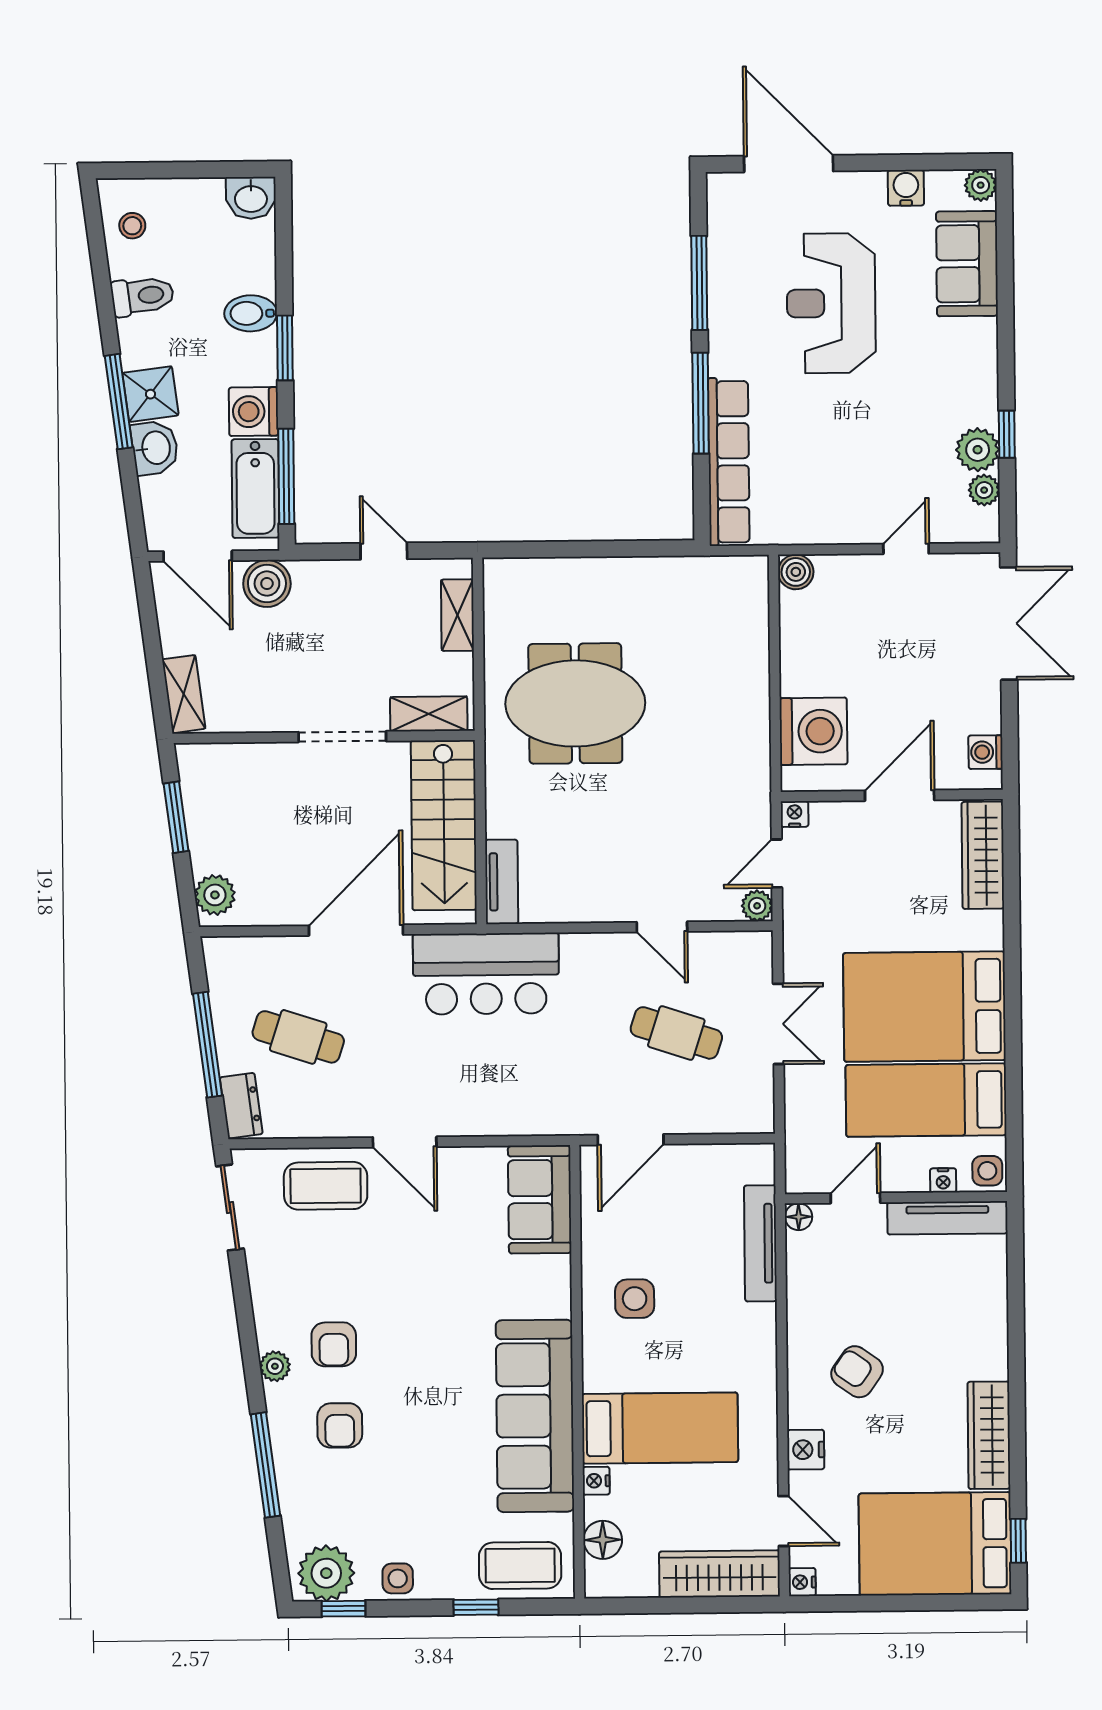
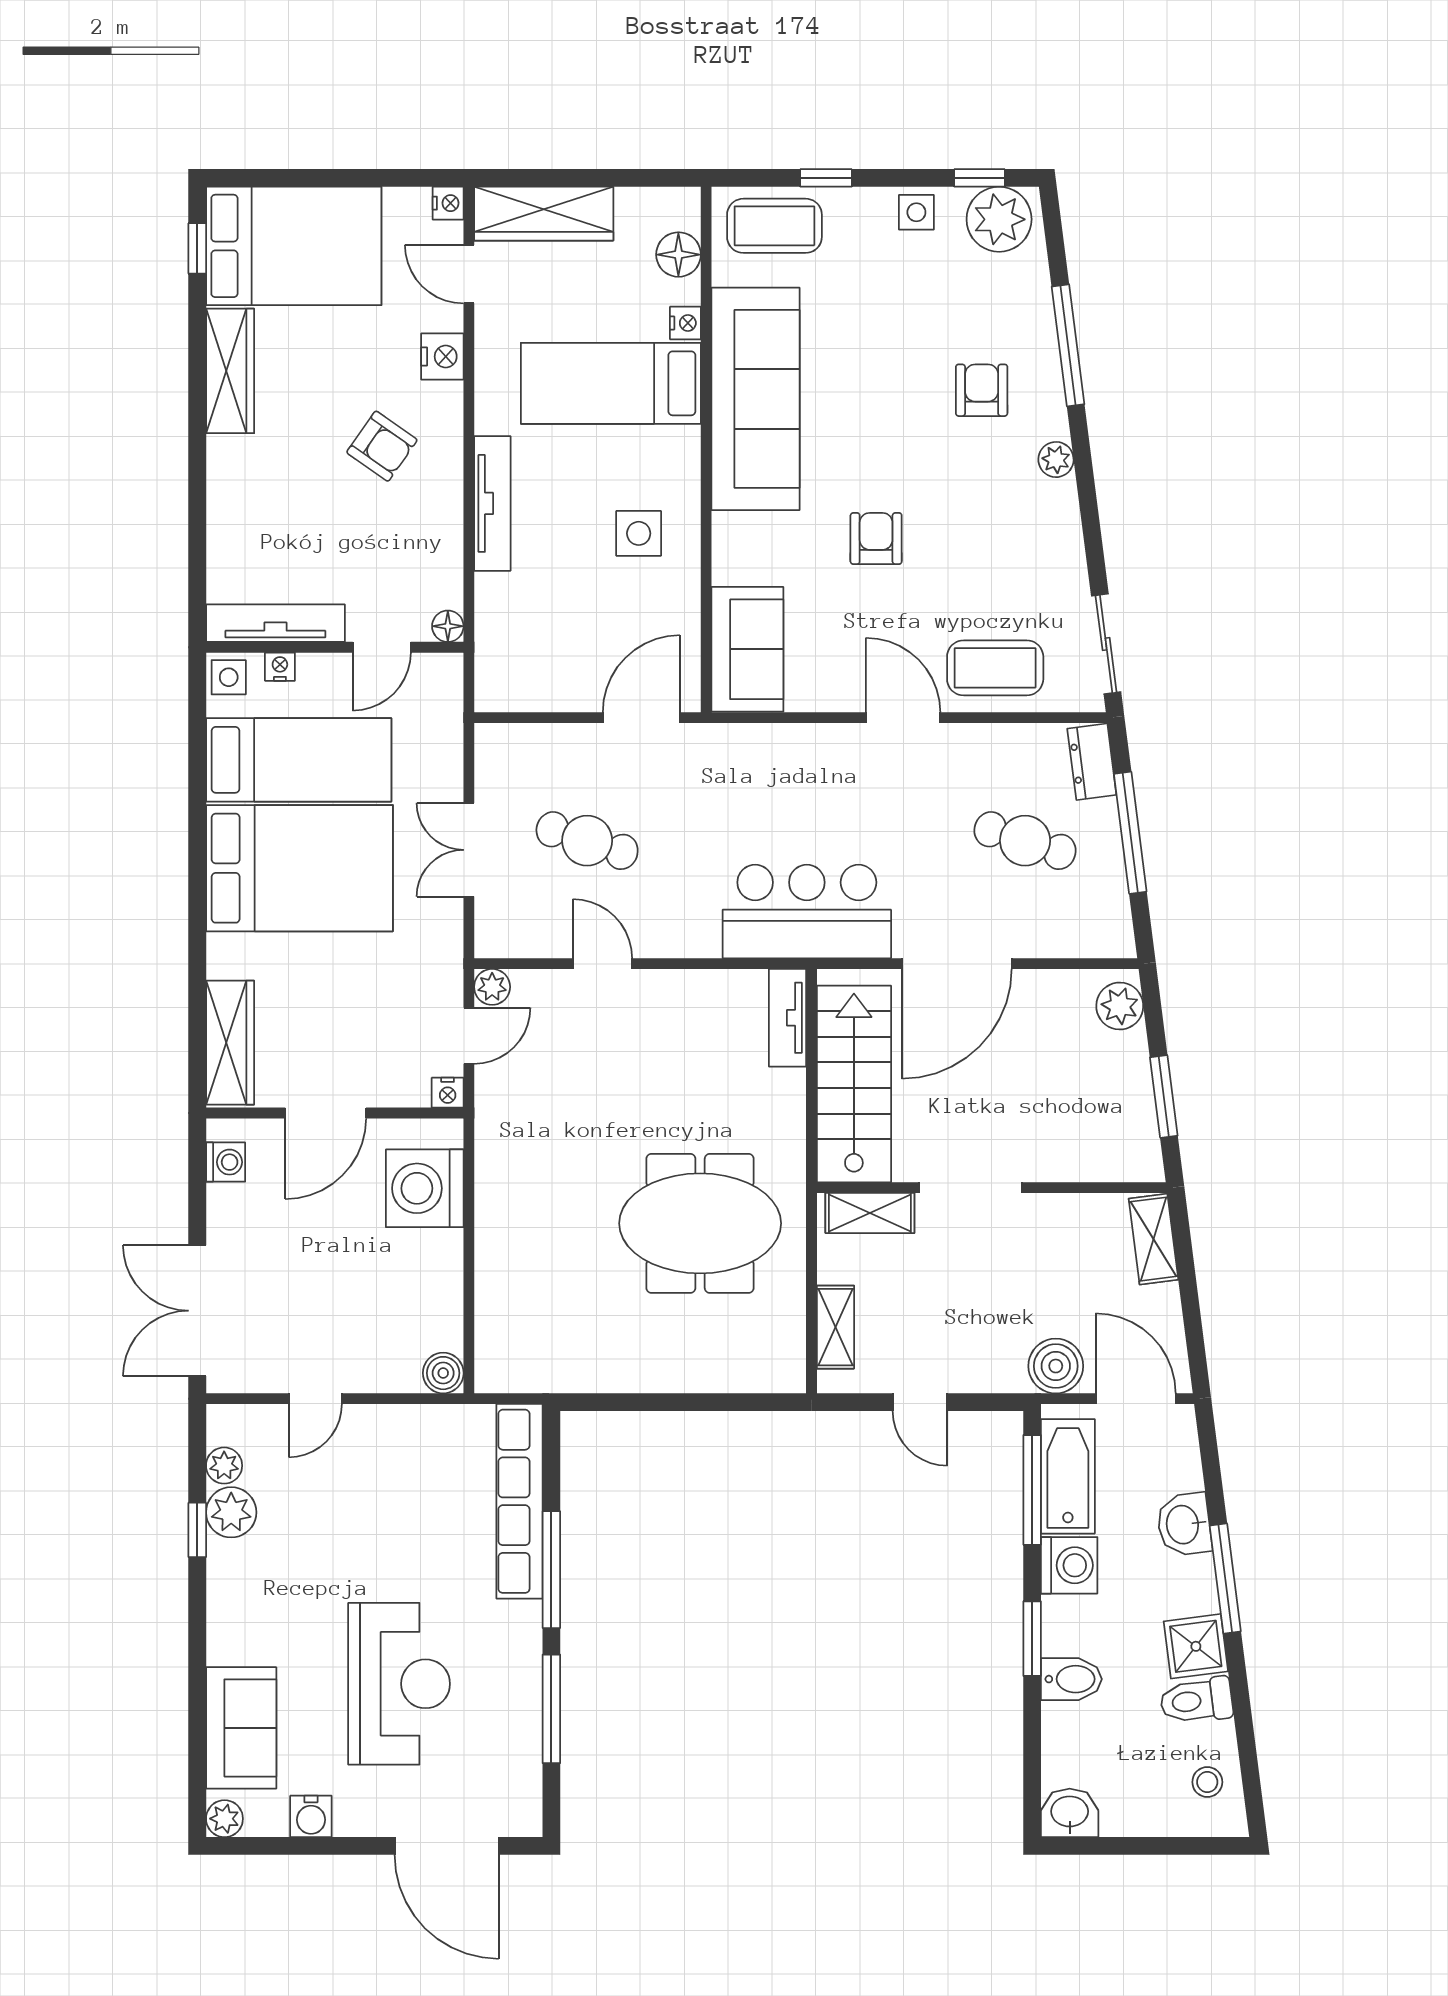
shower: (150, 394) -> (1196, 1646), moved
tv unit: (760, 1243) -> (492, 503), moved
armchair: (334, 1344) -> (876, 538), moved

